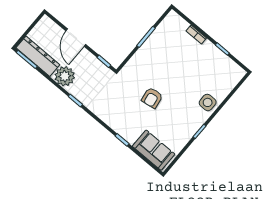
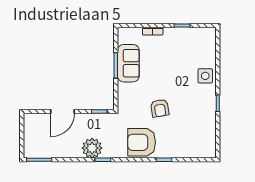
door: (76, 38) -> (63, 111), hinge flipped
dresser: (38, 56) -> (46, 150), removed
plant: (65, 76) -> (92, 148), moved
armchair: (116, 112) -> (142, 142), added
sofa: (154, 150) -> (128, 63), moved, turned 90

